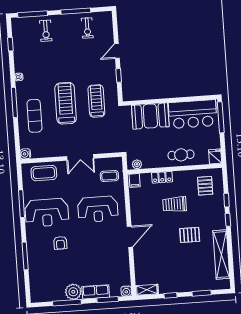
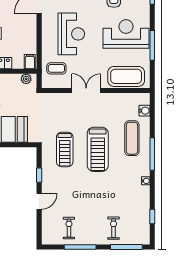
water cooler: (25, 154) -> (144, 111), moved
coffee table: (44, 173) -> (126, 76), width x1.36, depth x1.32
reception desk: (98, 209) -> (71, 34), turned 90

